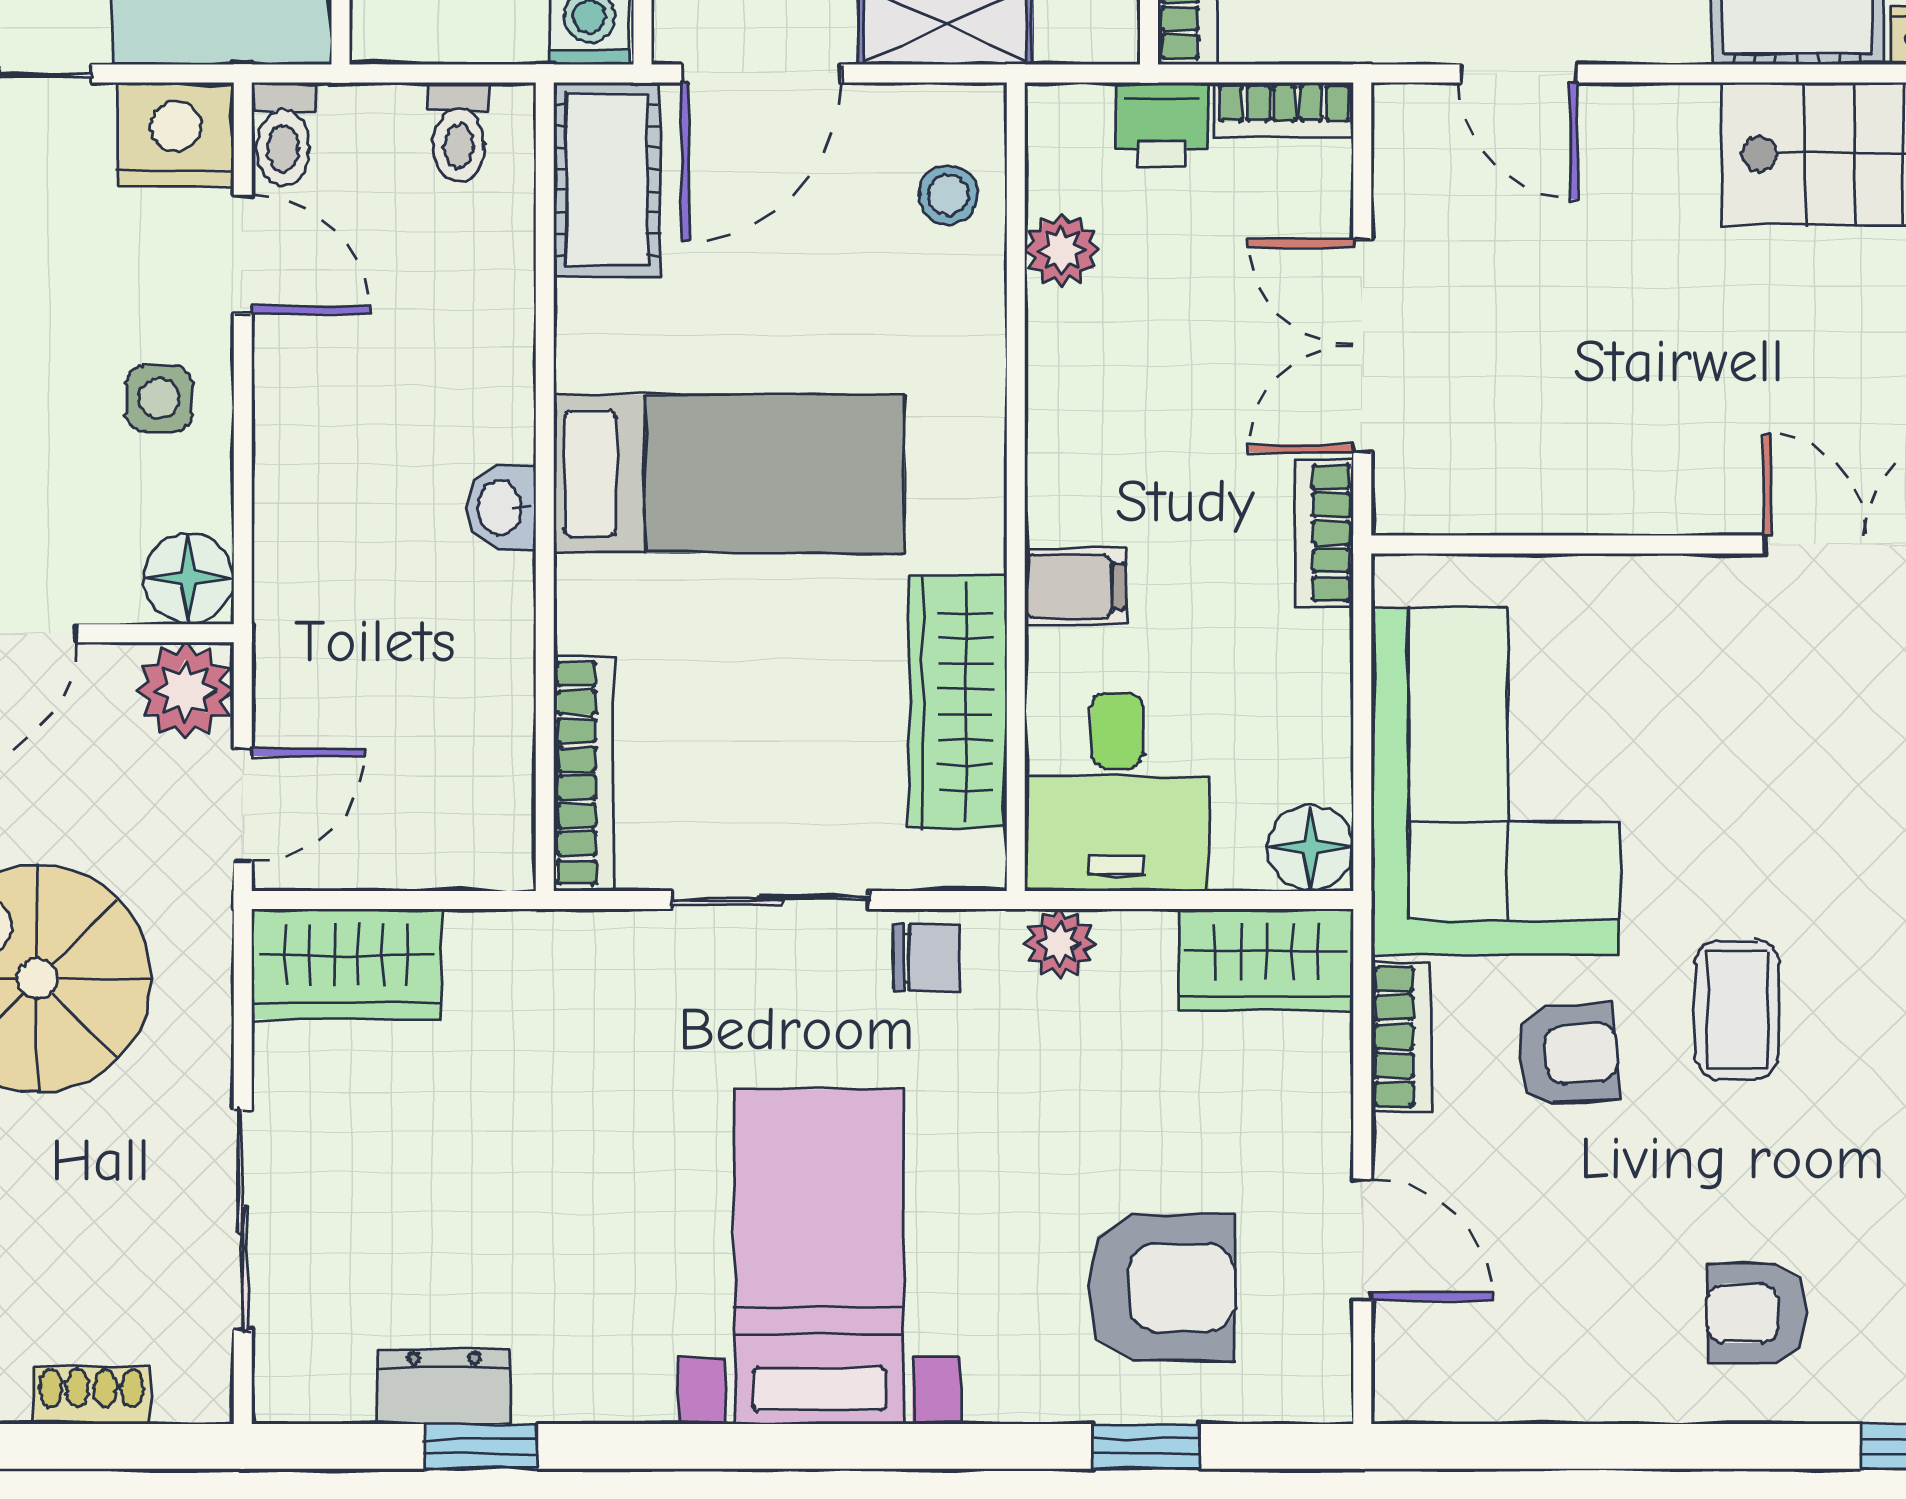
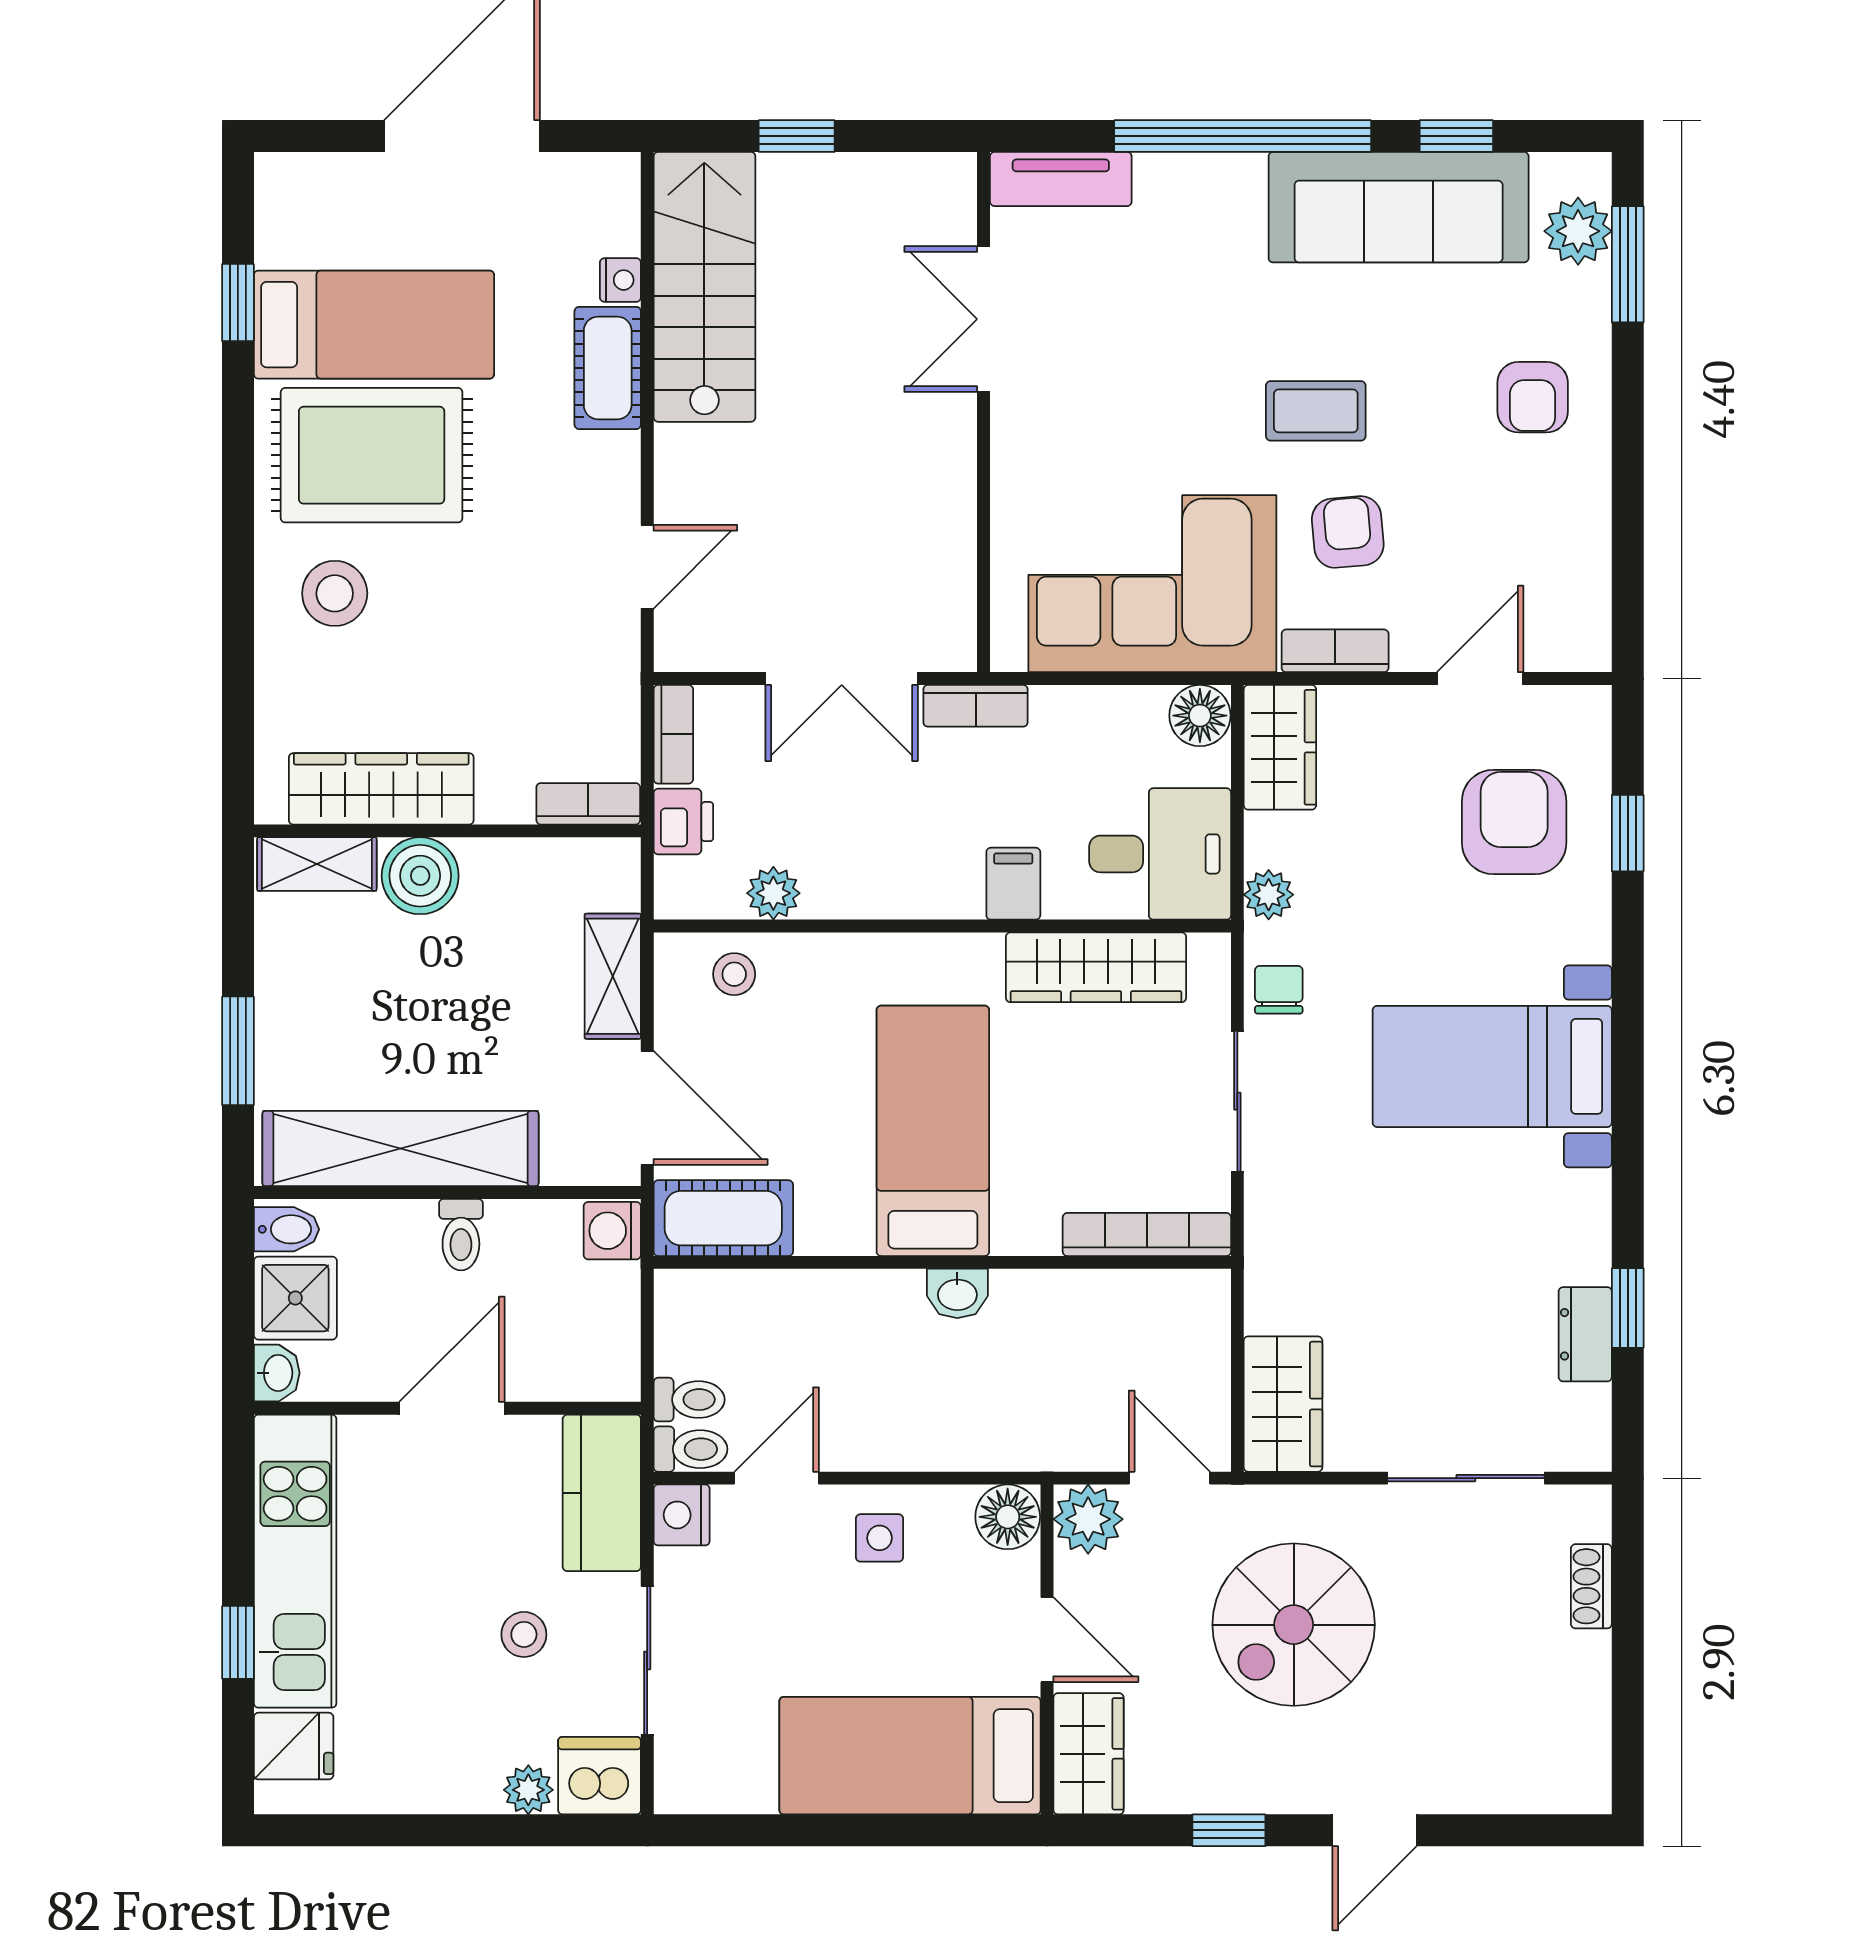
toilet: (459, 132) -> (689, 1400), moved
nightstand: (176, 134) -> (682, 1515), width x0.74, depth x0.75

